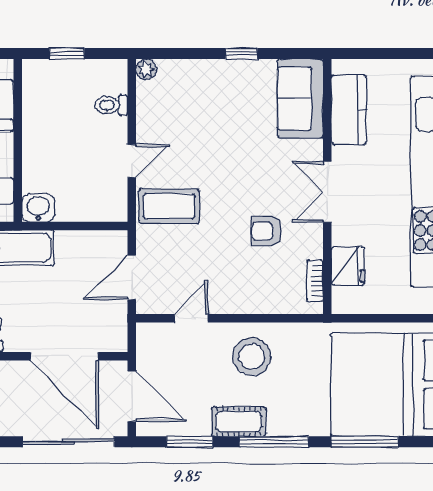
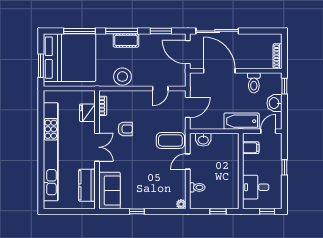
washbasin: (38, 208) -> (203, 140), moved
stool: (252, 357) -> (122, 77), moved
cot: (239, 422) -> (126, 40), moved

